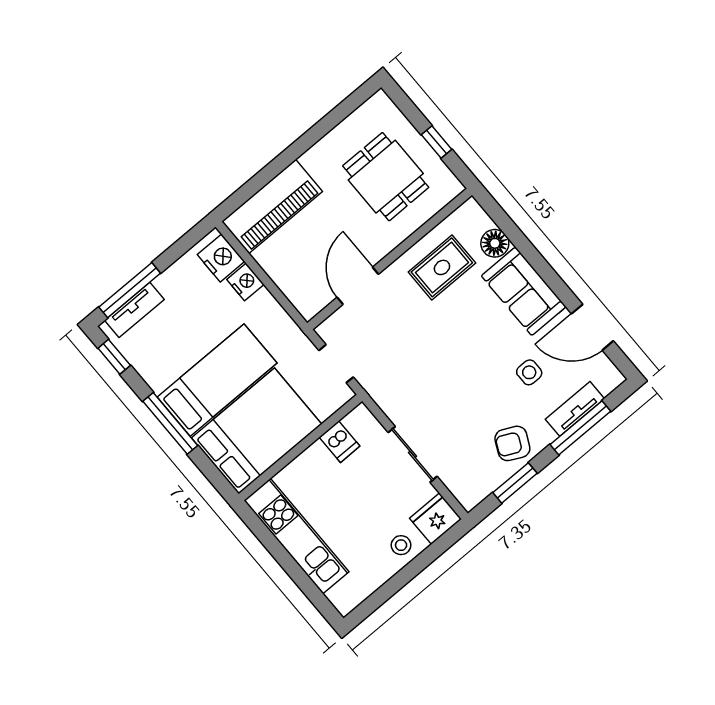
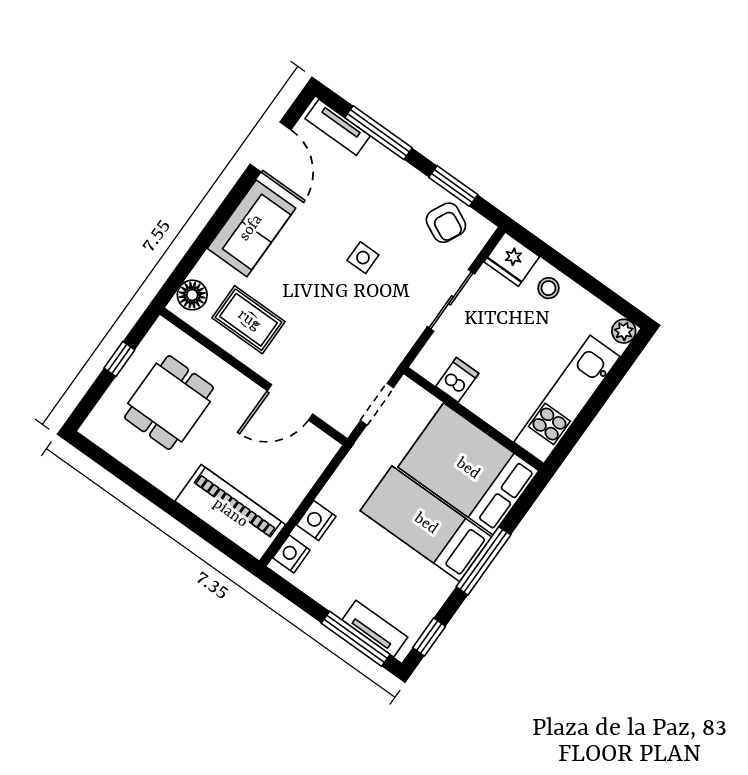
floor lamp: (495, 243) -> (192, 295), moved
nightstand: (221, 258) -> (291, 554), width x0.74, depth x0.75
side table: (529, 372) -> (363, 258), moved
tv unit: (575, 409) -> (338, 127), moved
armchair: (512, 443) -> (446, 223), moved
plant: (345, 603) -> (624, 331), added

